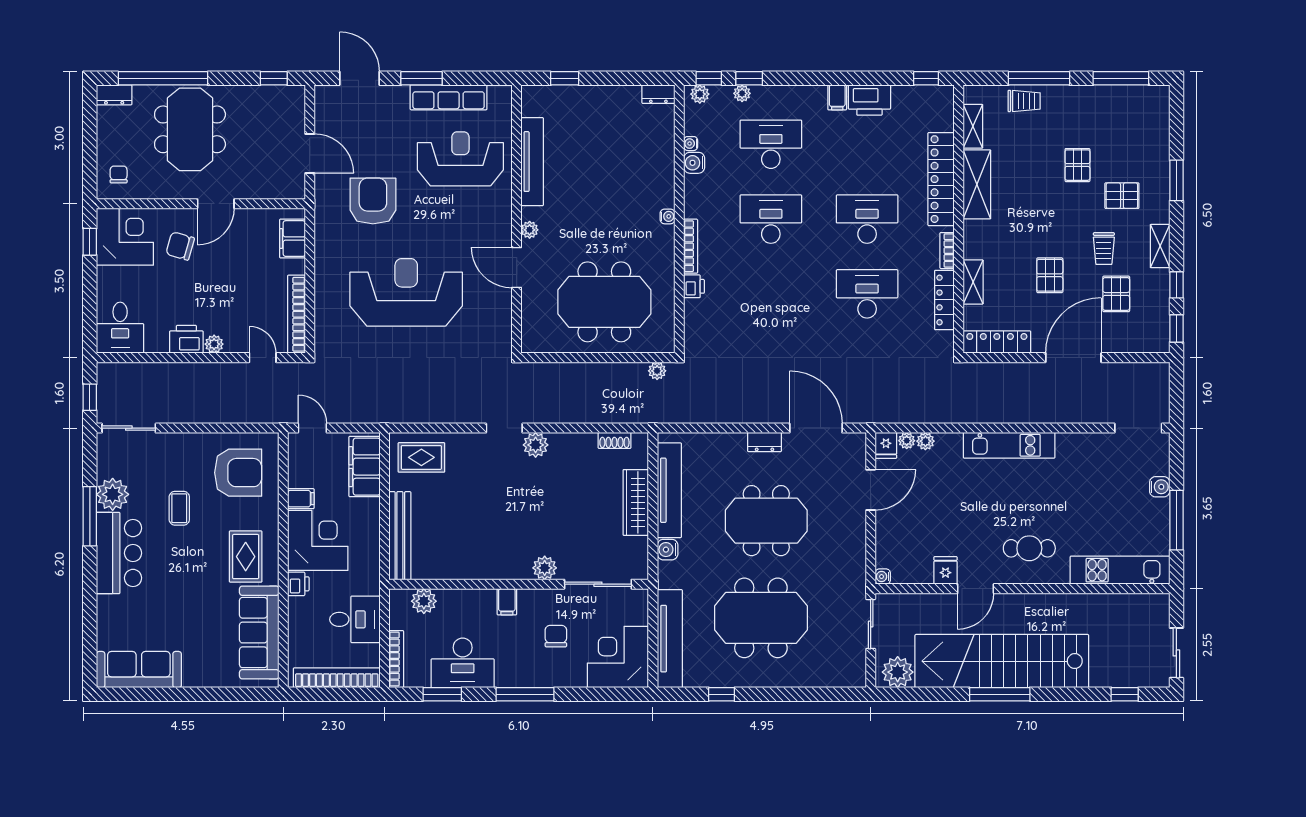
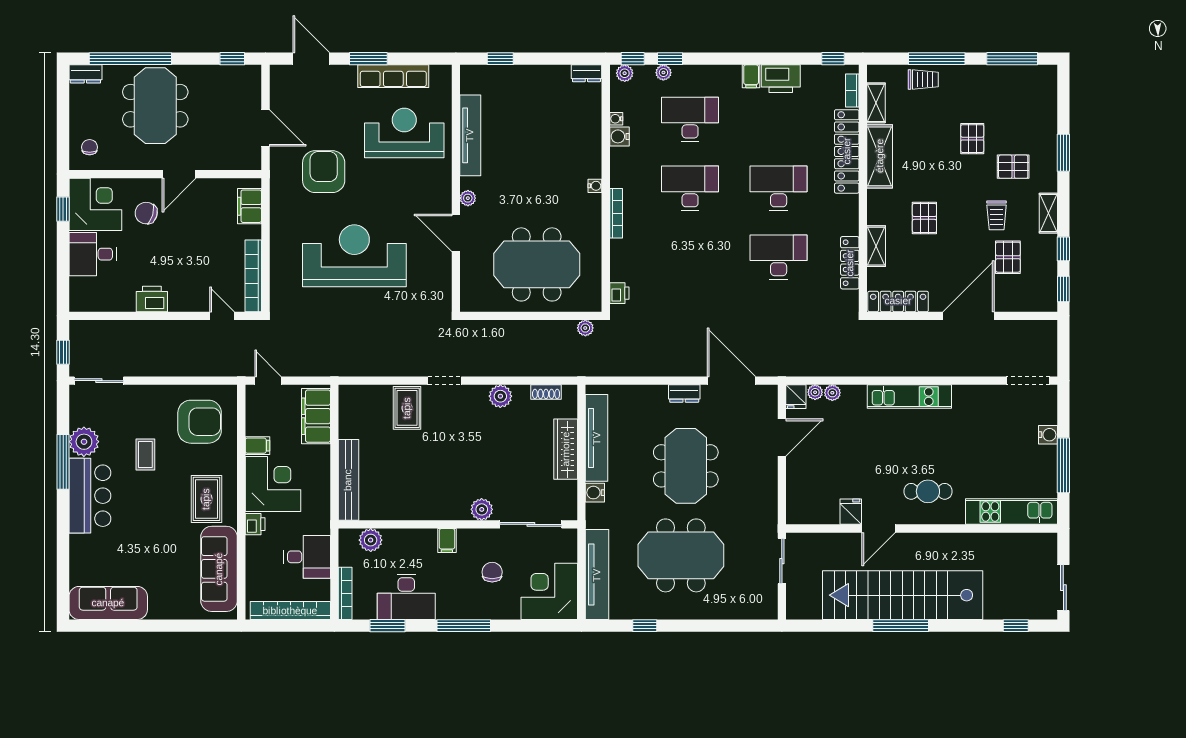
bookcase: (947, 251) -> (852, 91), moved
pallet: (1050, 275) -> (924, 218), moved
printer: (694, 286) -> (619, 293), moved
desk: (120, 328) -> (93, 254), moved, turned 90
plant: (214, 344) -> (177, 303), removed
plant: (536, 445) -> (500, 396), moved
rug: (421, 457) -> (407, 408), moved, turned 90
meeting table: (766, 521) -> (686, 466), turned 90
water cooler: (883, 577) -> (793, 517), removed
plant: (898, 672) -> (807, 605), removed

